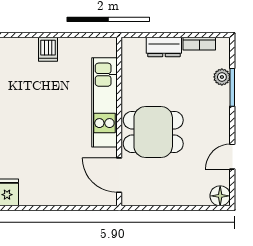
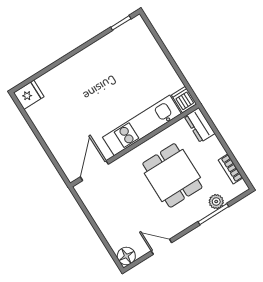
dresser: (164, 47) -> (200, 125), moved
dishwasher: (48, 49) -> (184, 100), moved, turned 90
dining table: (153, 132) -> (172, 175), moved

